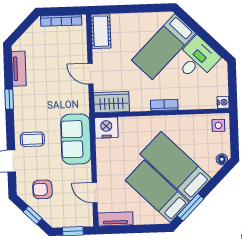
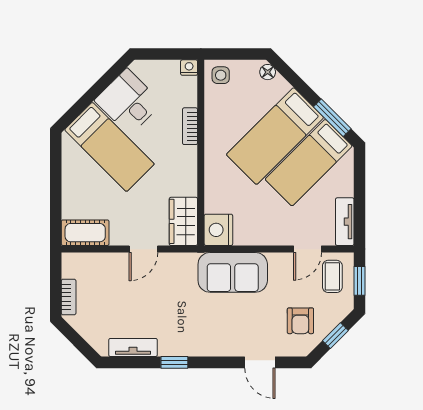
bookcase: (61, 21) -> (69, 297), width x0.64
bookcase: (164, 105) -> (190, 126), moved
coffee table: (32, 139) -> (332, 276), moved

